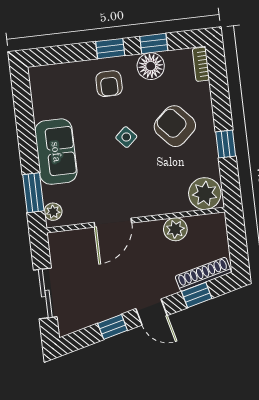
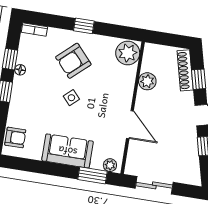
floor lamp: (151, 66) -> (20, 70), width x0.53, depth x0.53
armchair: (109, 84) -> (15, 137), moved
window: (226, 144) -> (84, 26), moved
sliding door: (45, 293) -> (154, 185), moved

